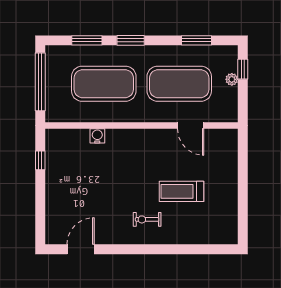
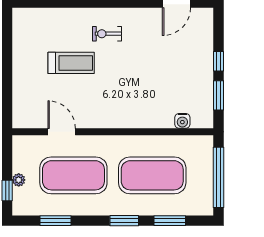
water cooler: (97, 136) -> (182, 121), moved
window: (40, 160) -> (218, 95), width x1.50
window: (40, 193) -> (218, 61), added
exercise bike: (147, 219) -> (107, 34), turned 180

